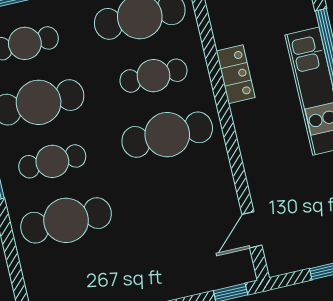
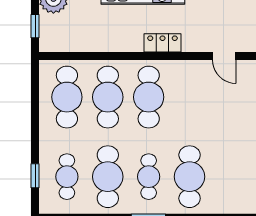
locker: (236, 74) -> (163, 43), moved
cafe table: (153, 76) -> (108, 97), width x1.37, depth x1.35

